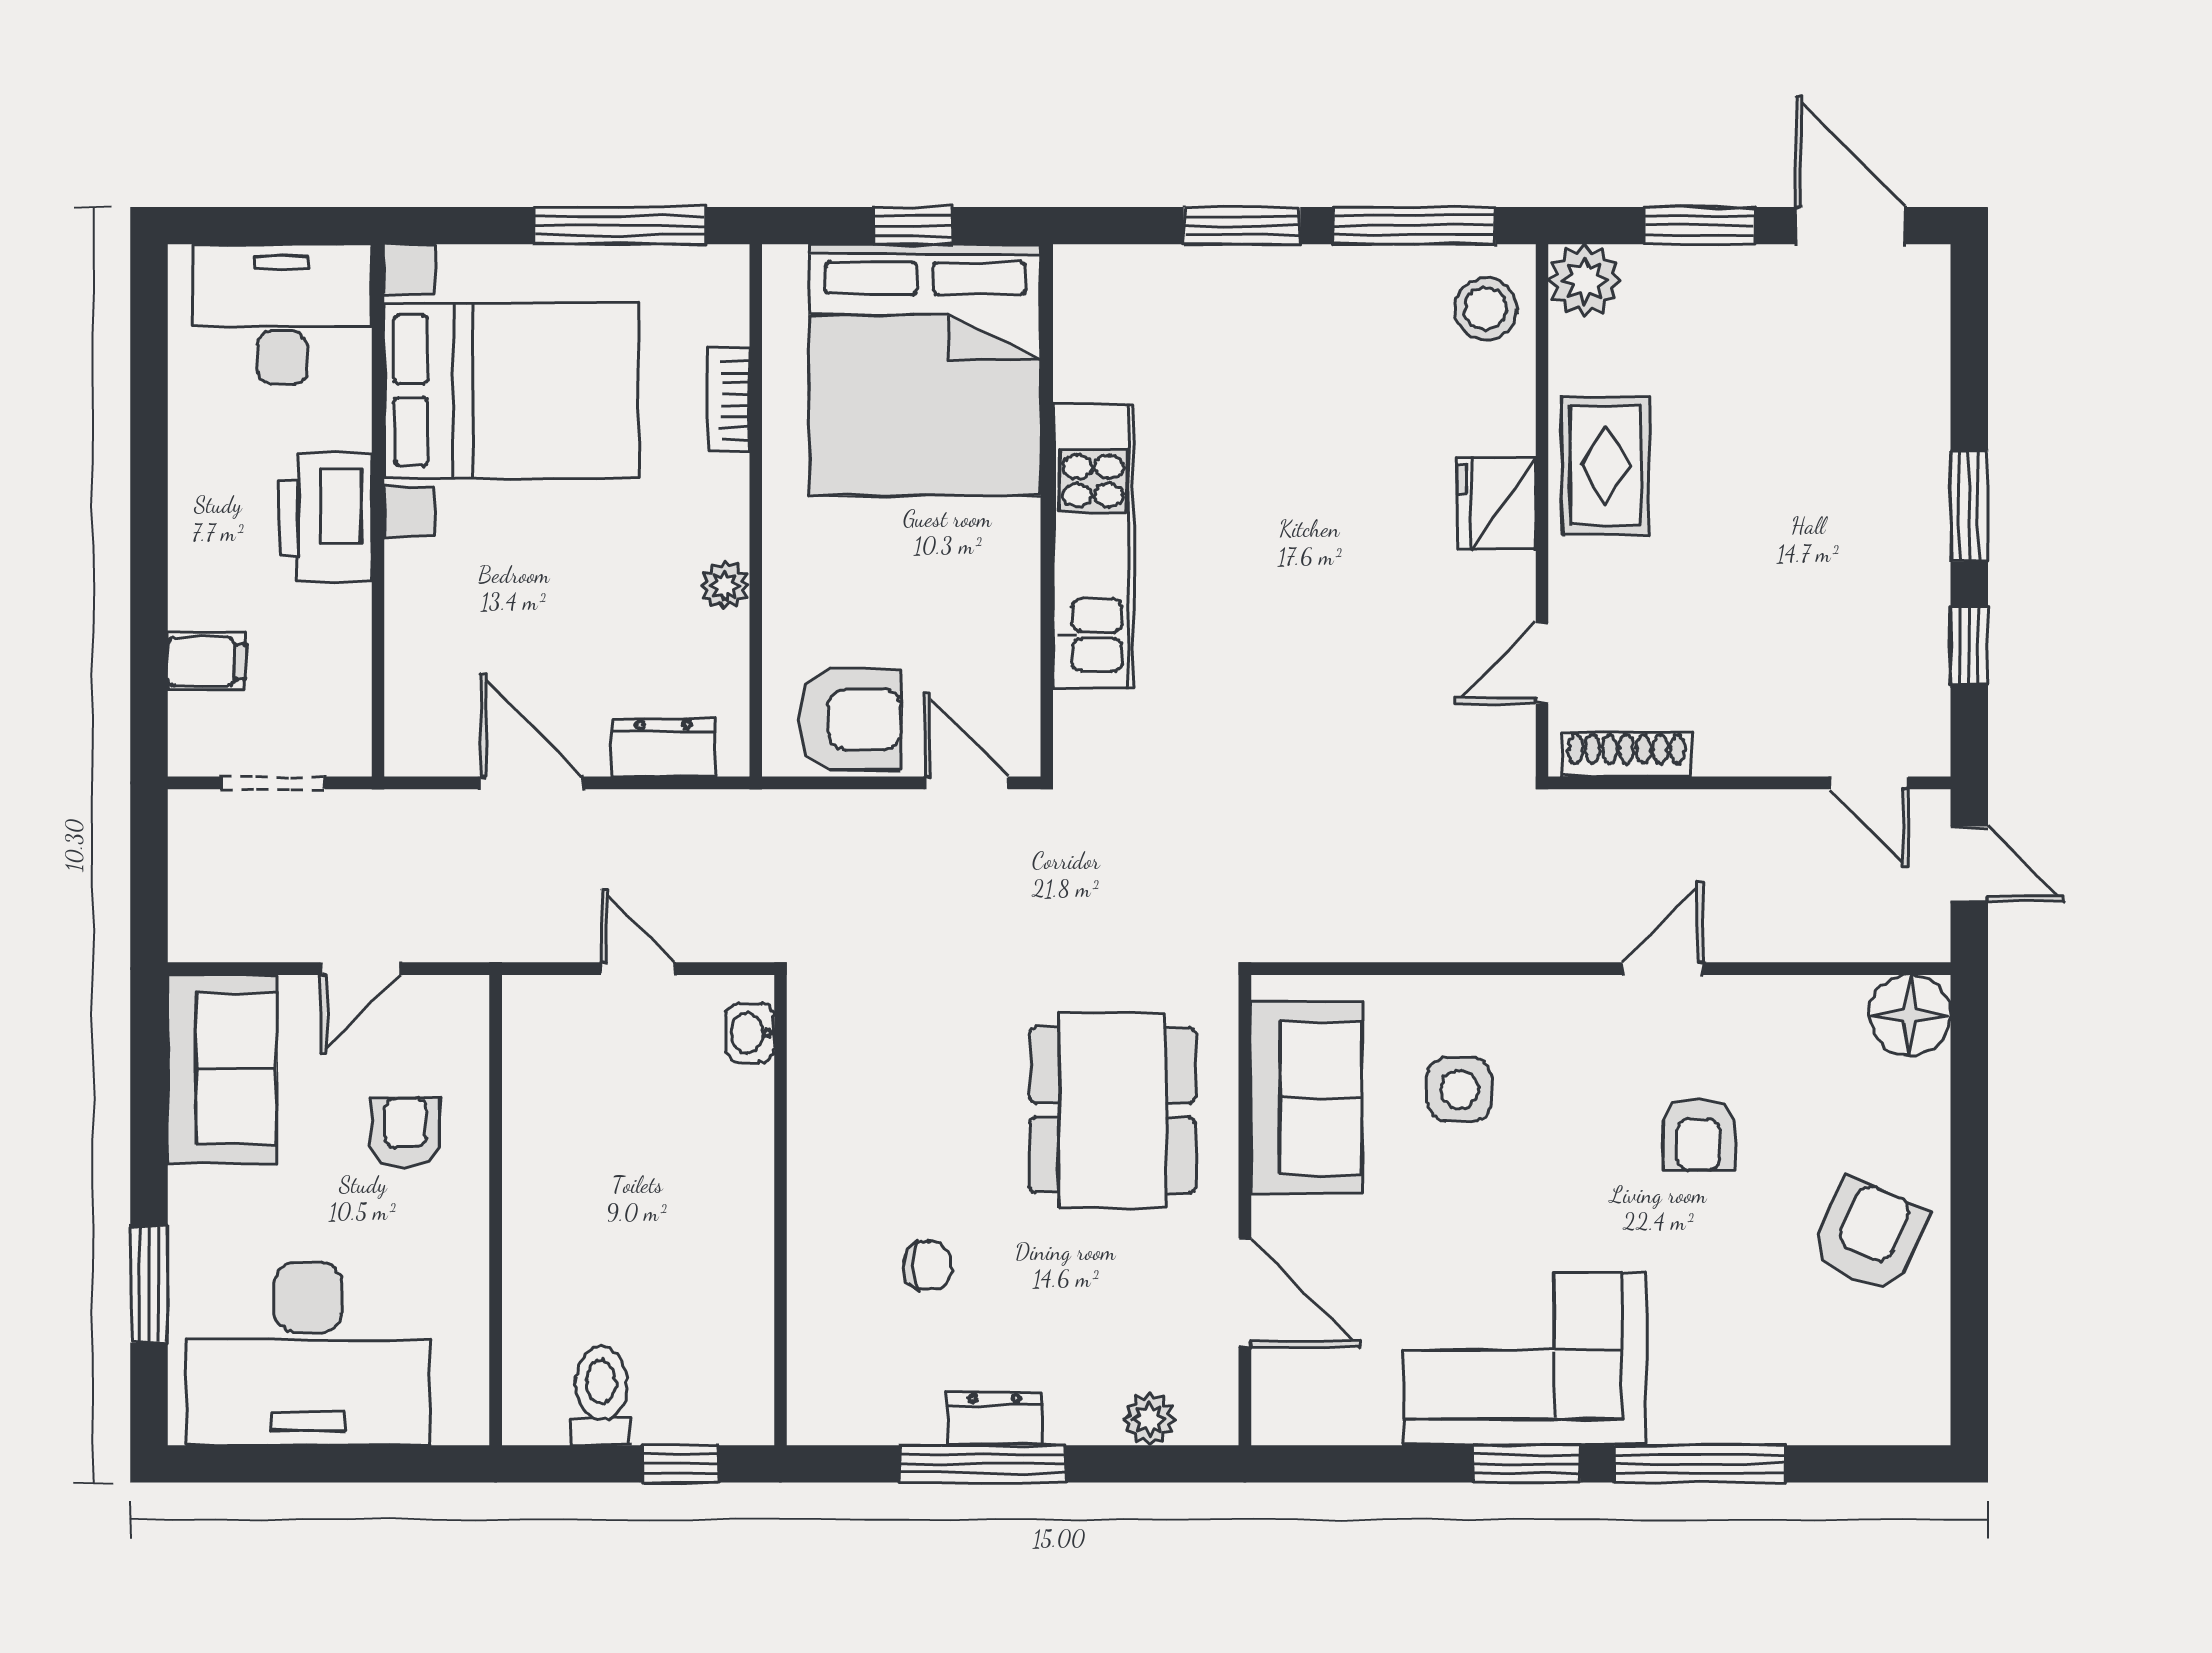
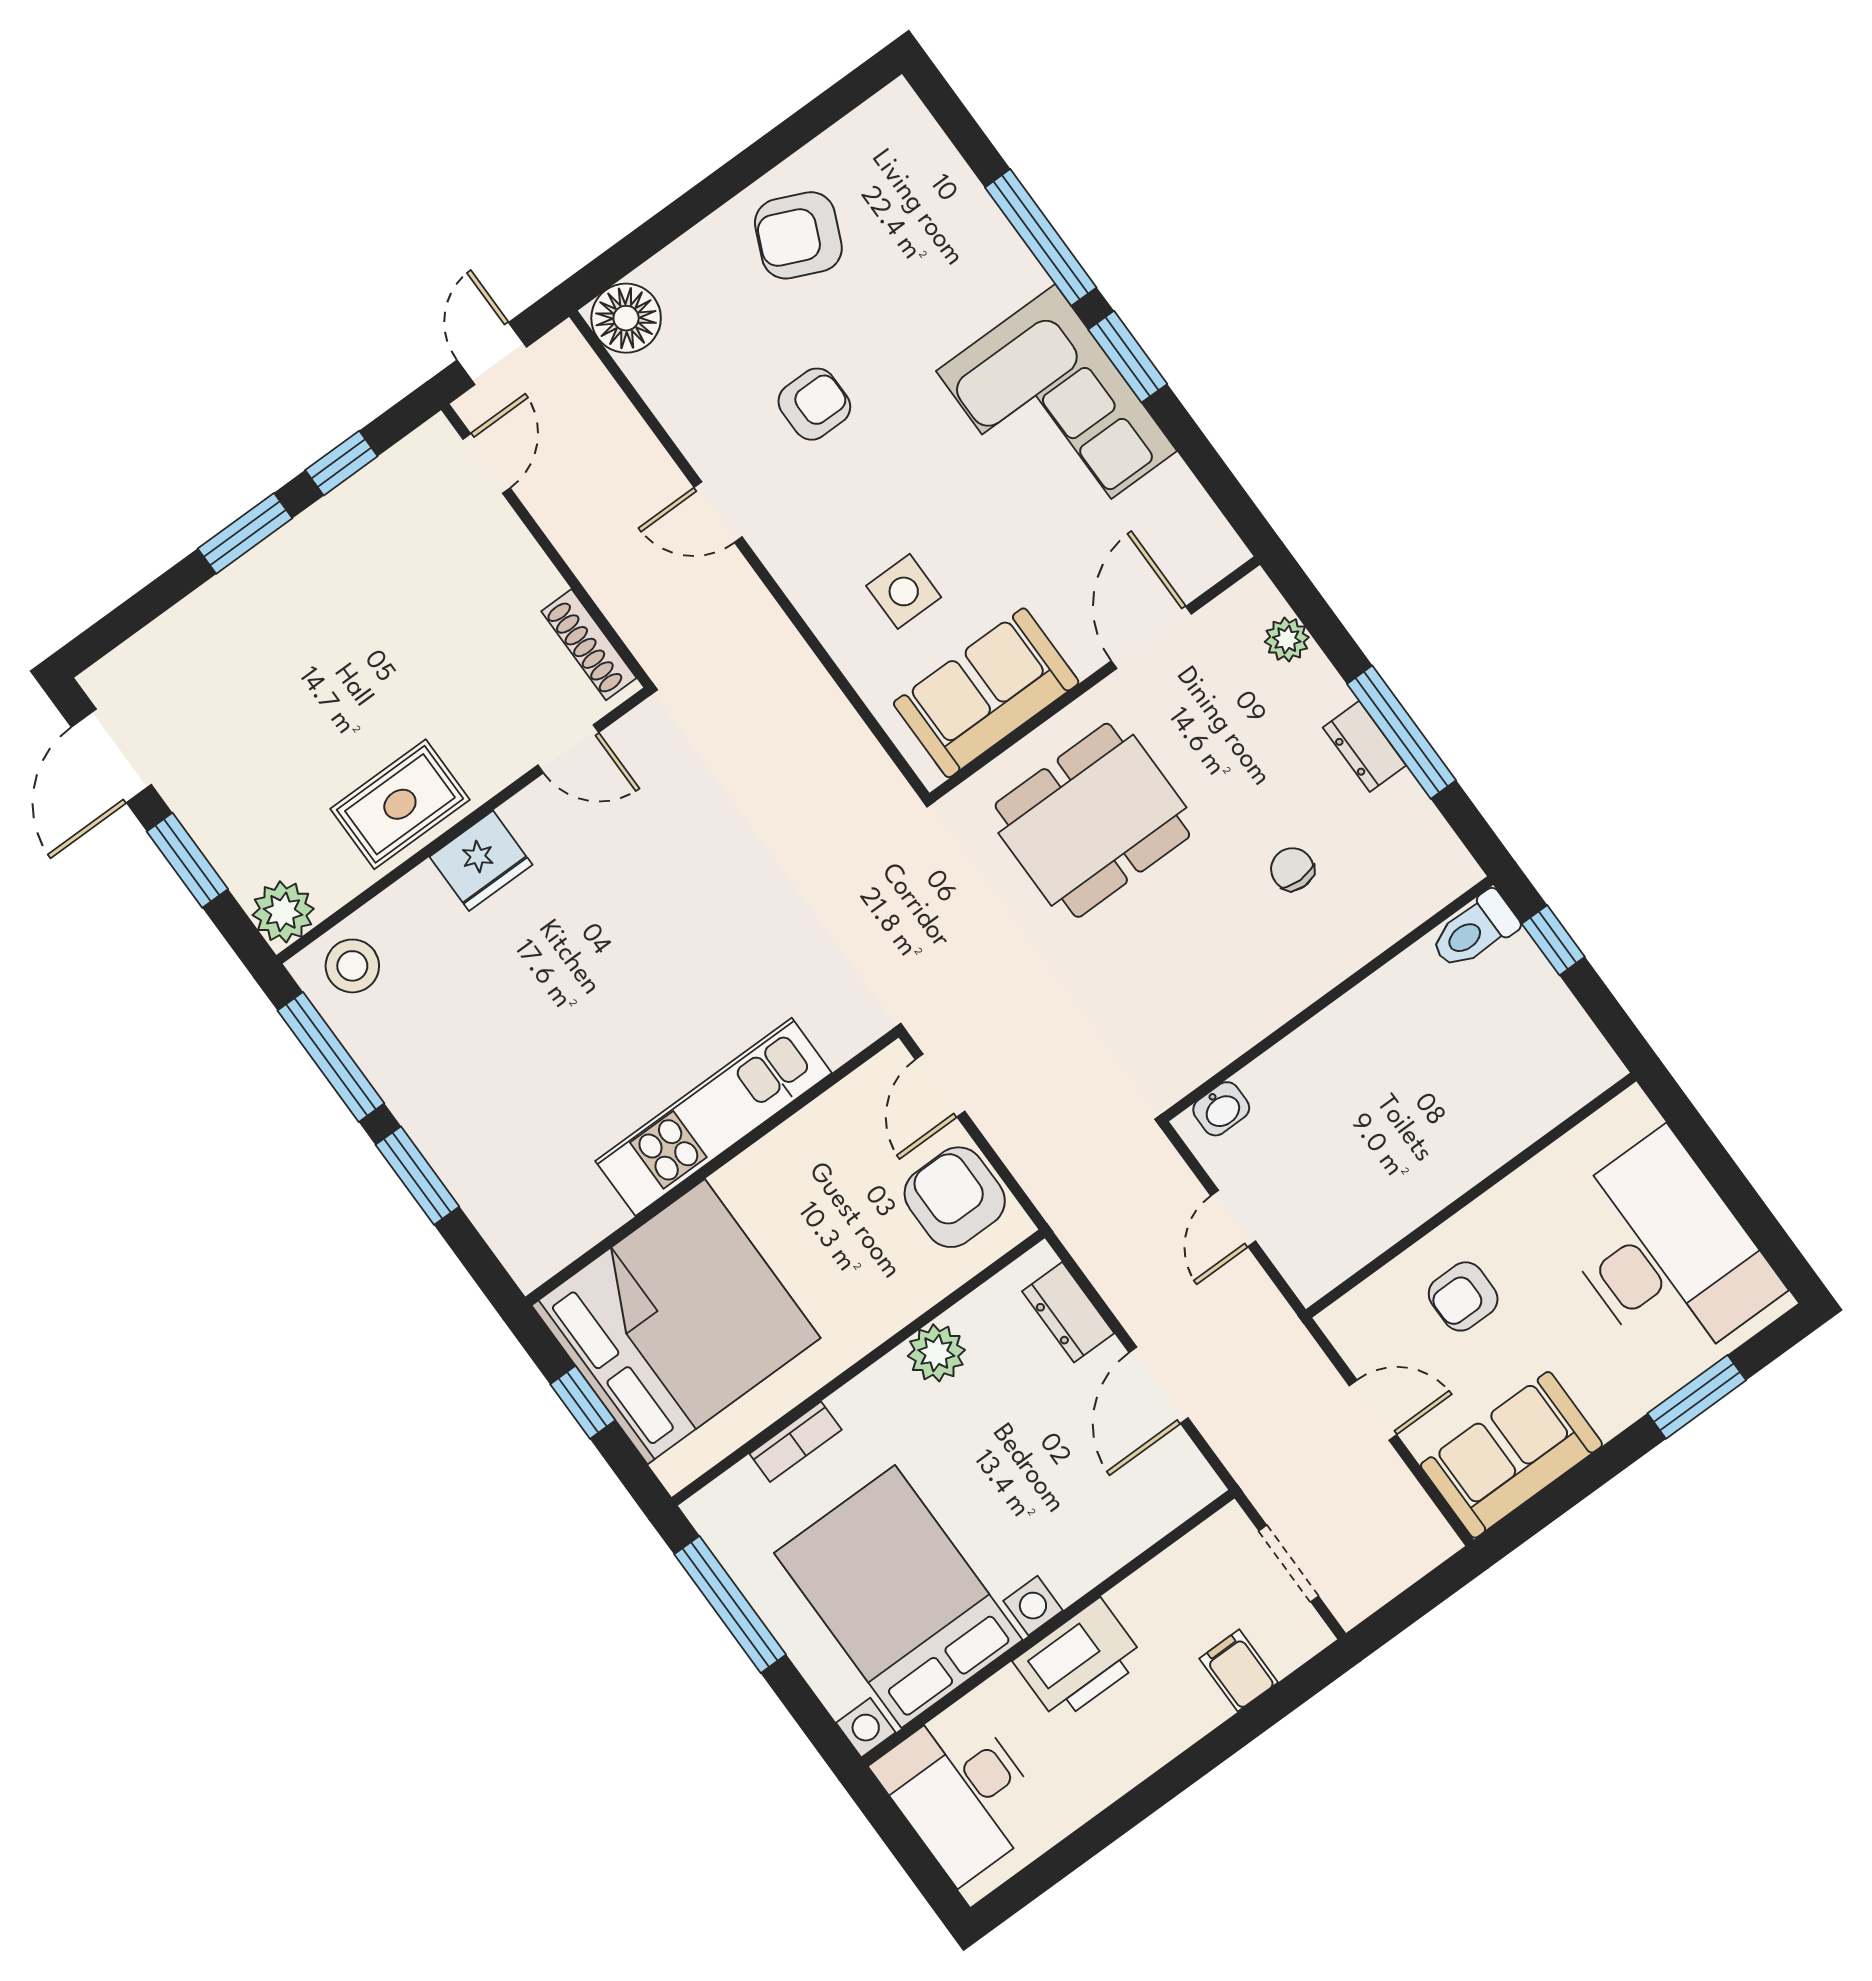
plant: (725, 585) -> (936, 1353), width x1.38, depth x1.38
toilet: (601, 1396) -> (1474, 931), moved

